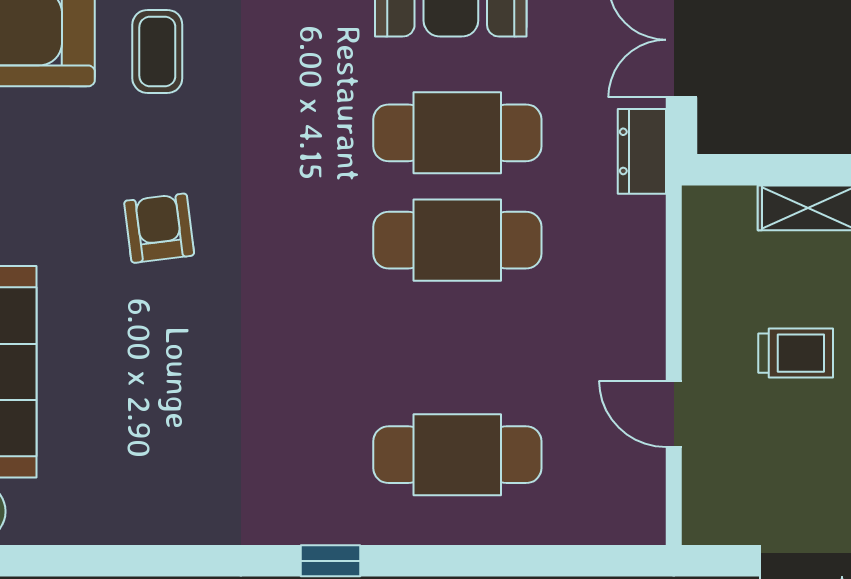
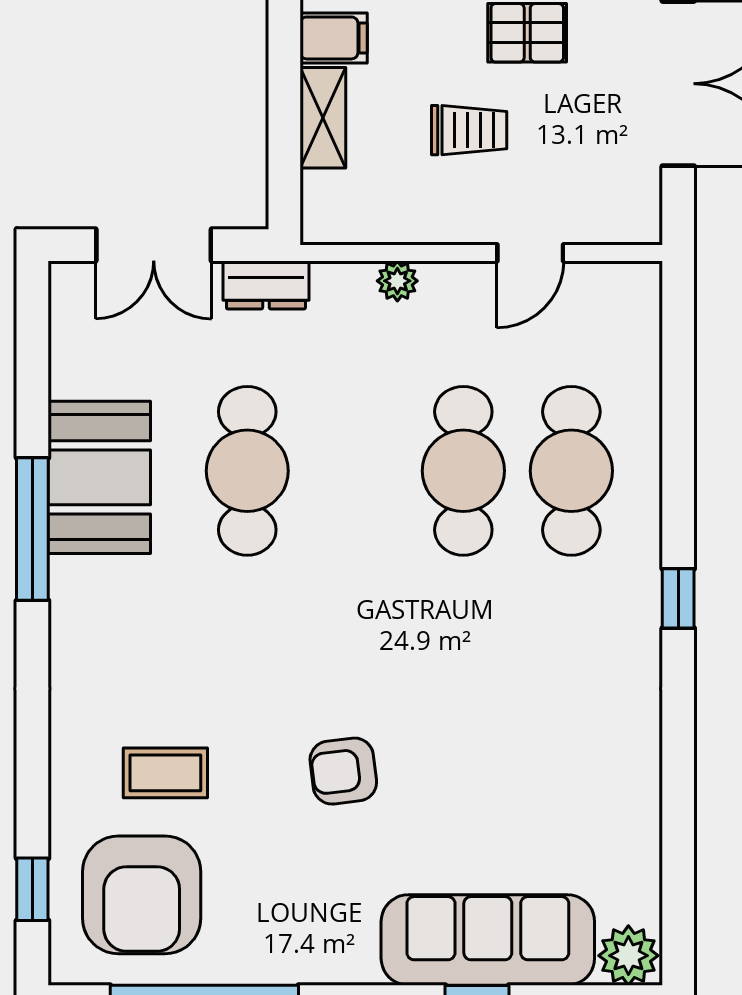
cafe table: (457, 240) -> (463, 471), moved
plant: (646, 282) -> (397, 281), added
trolley: (796, 353) -> (469, 130), turned 90

